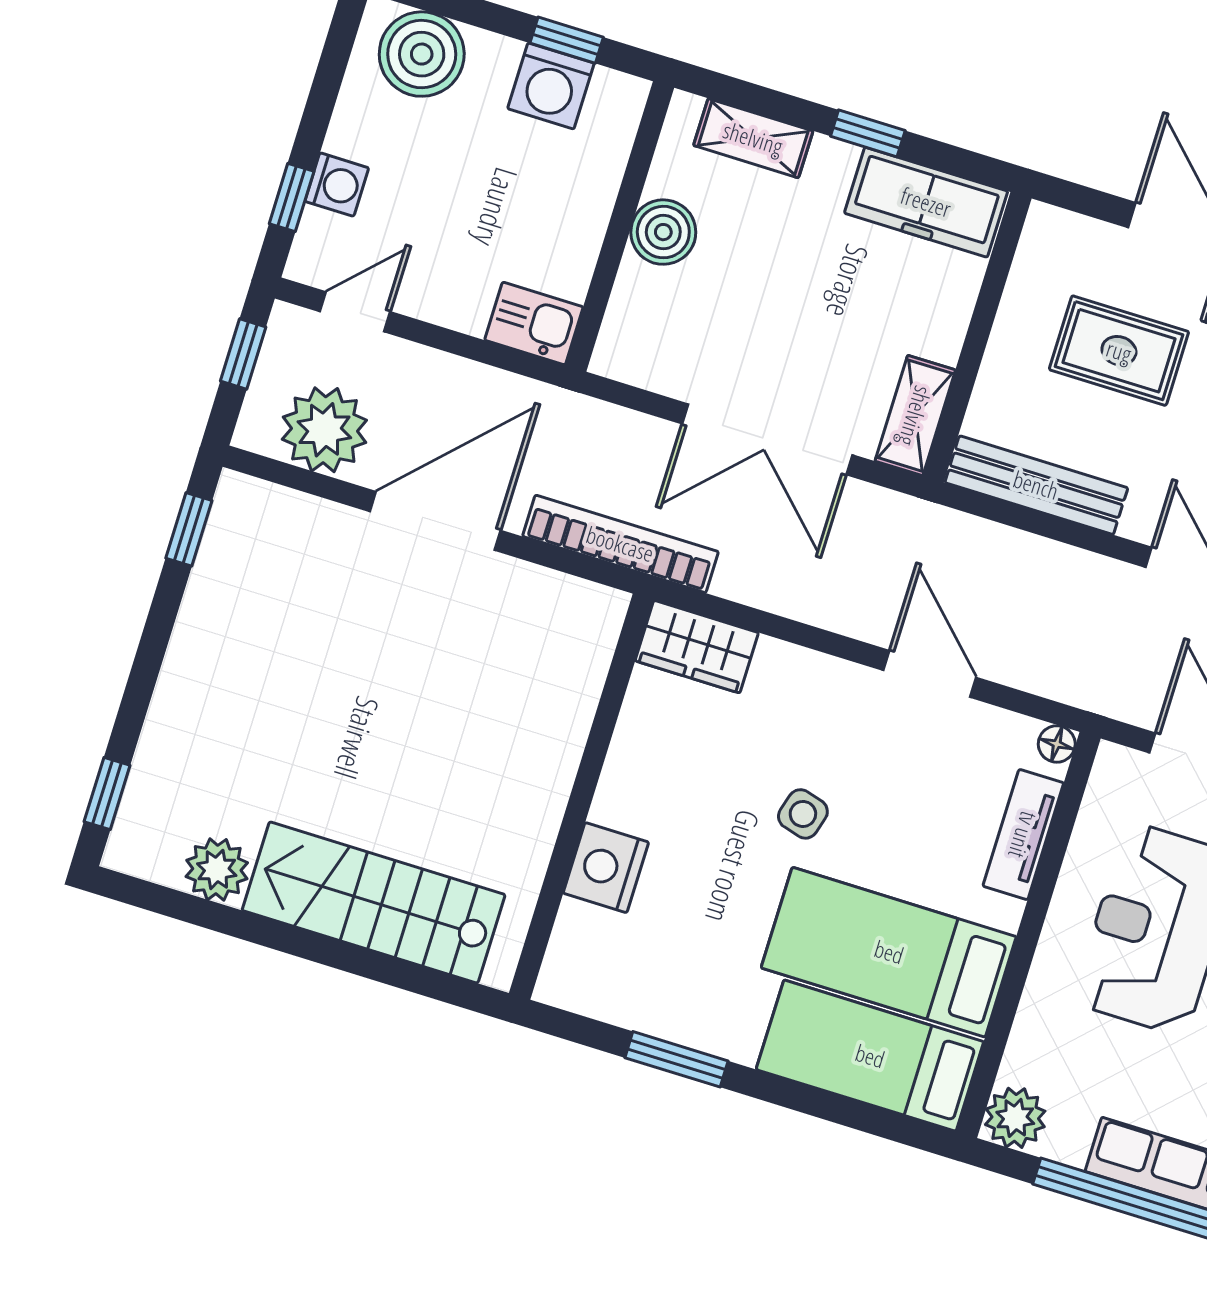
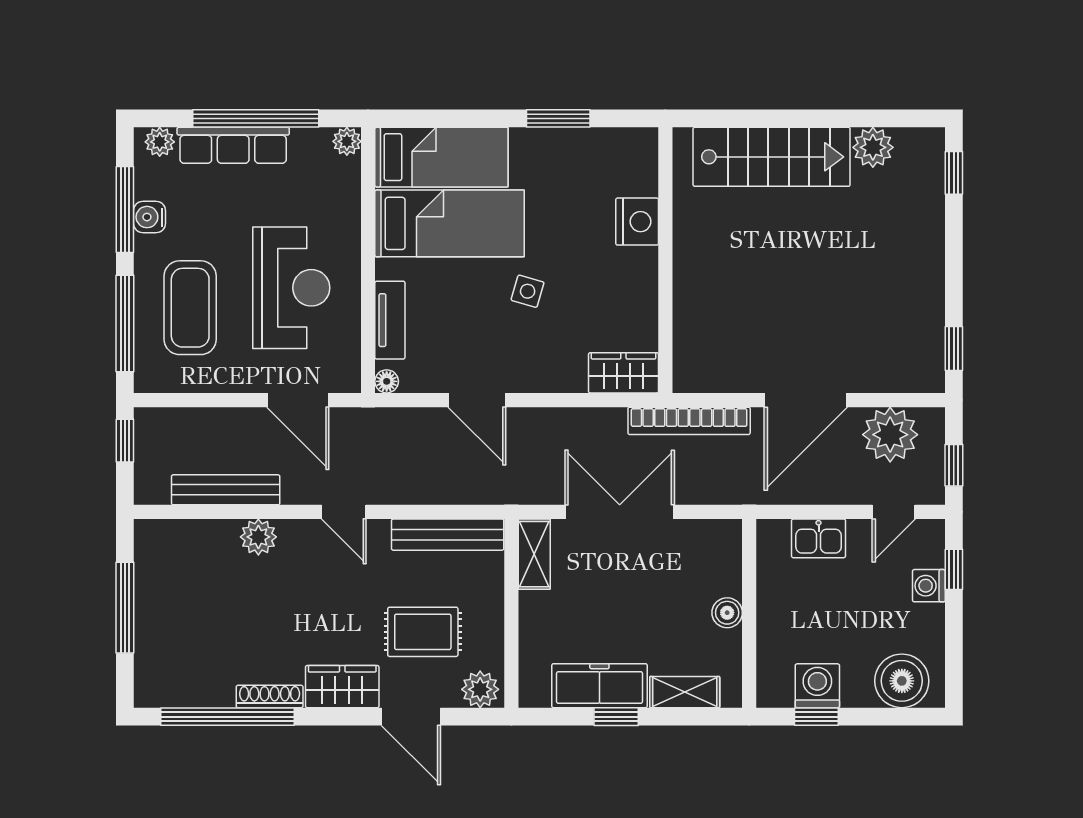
freezer: (926, 202) -> (599, 686), moved
boiler: (663, 232) -> (727, 613), width x0.73, depth x0.73
plant: (1059, 238) -> (480, 689), added
kitchen sink: (534, 323) -> (819, 538), moved
plant: (1015, 1118) -> (347, 141), width x0.73, depth x0.73

